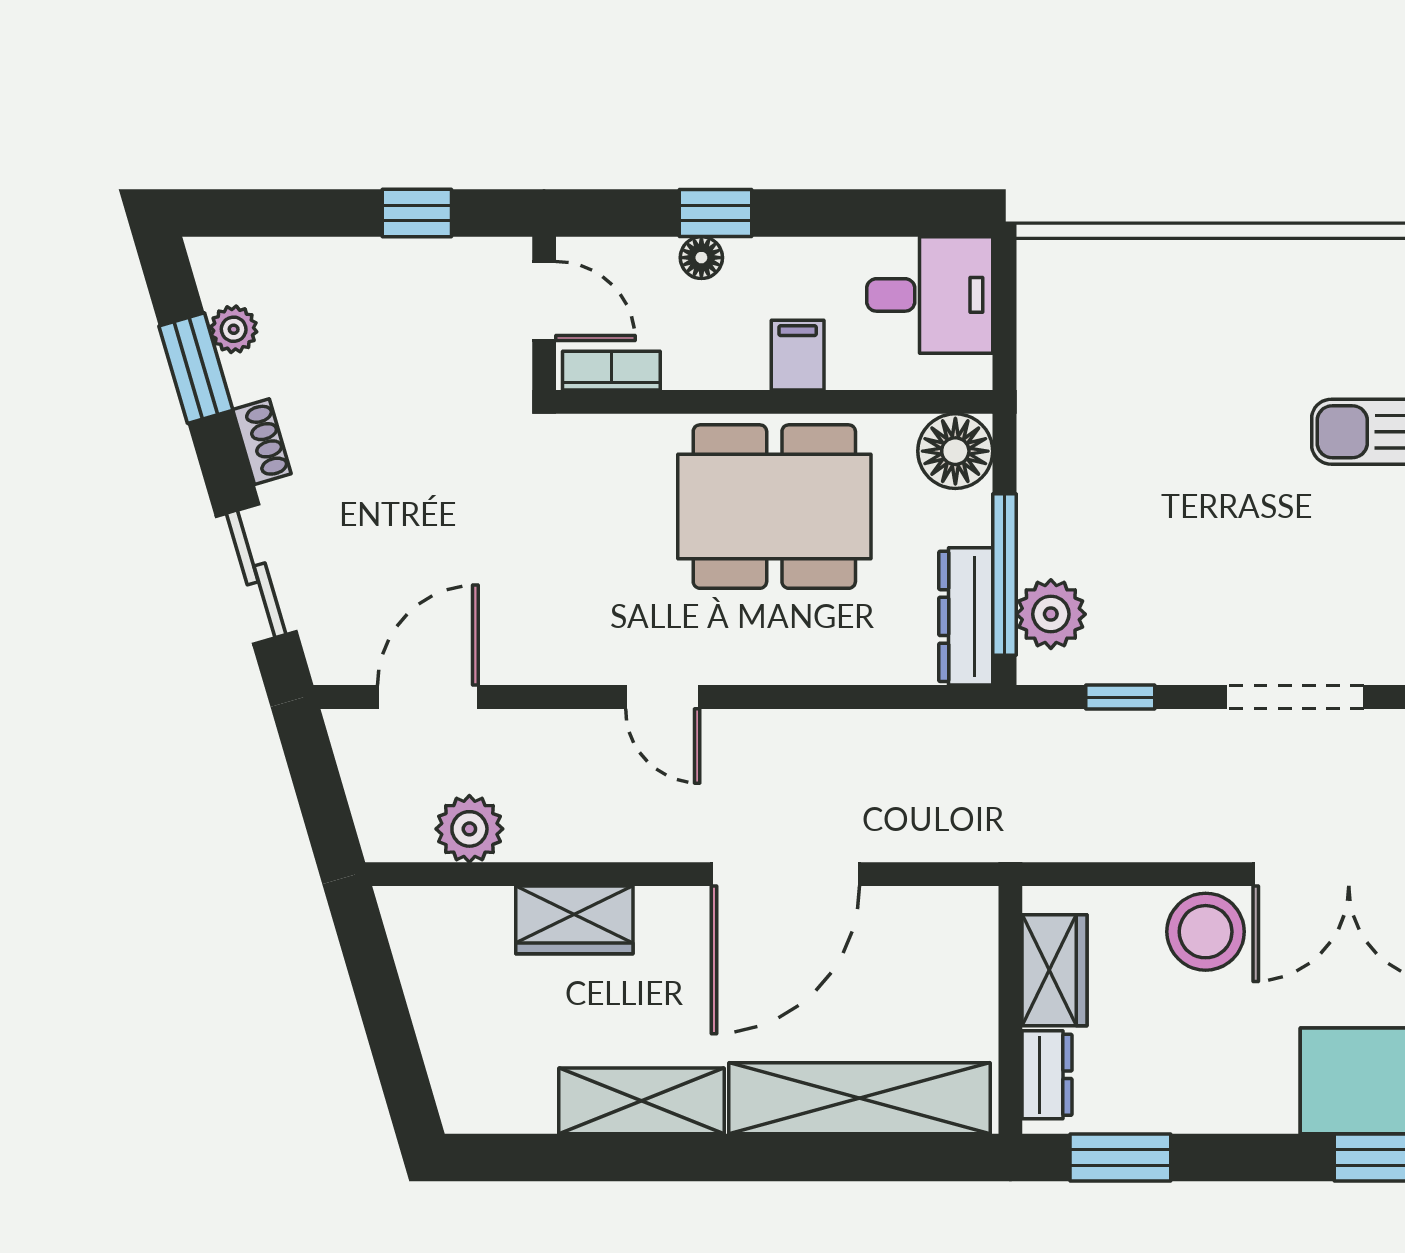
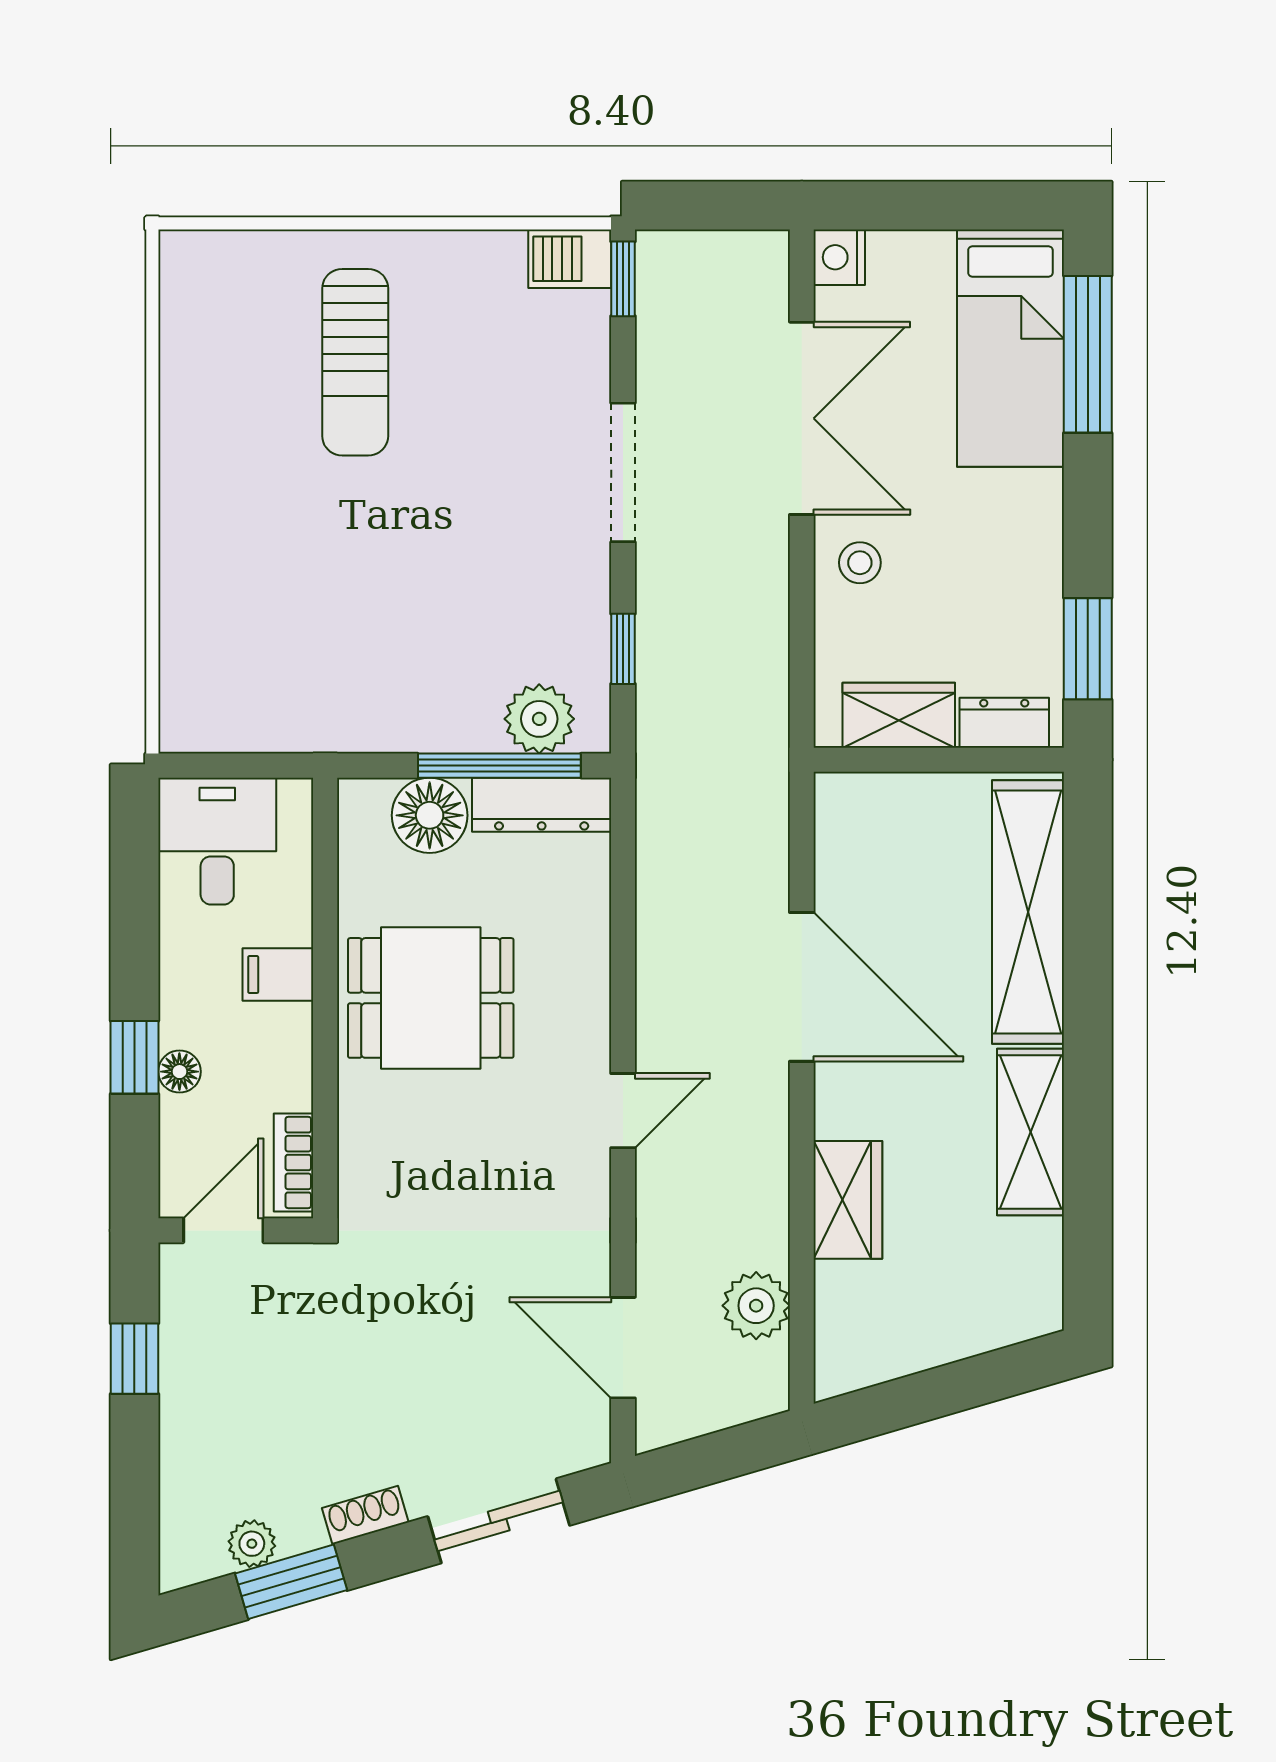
floor lamp: (955, 451) -> (430, 815), moved
dining table: (774, 507) -> (431, 998), width x0.73
stool: (1206, 932) -> (860, 563), width x0.53, depth x0.53

